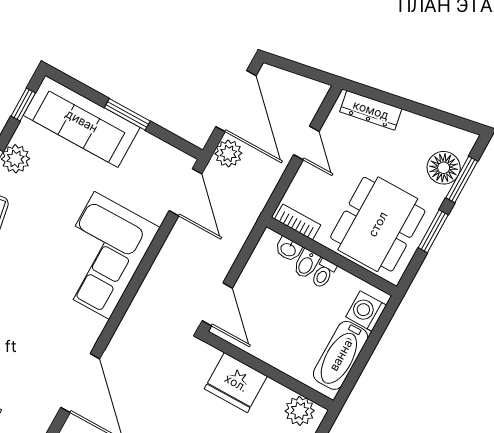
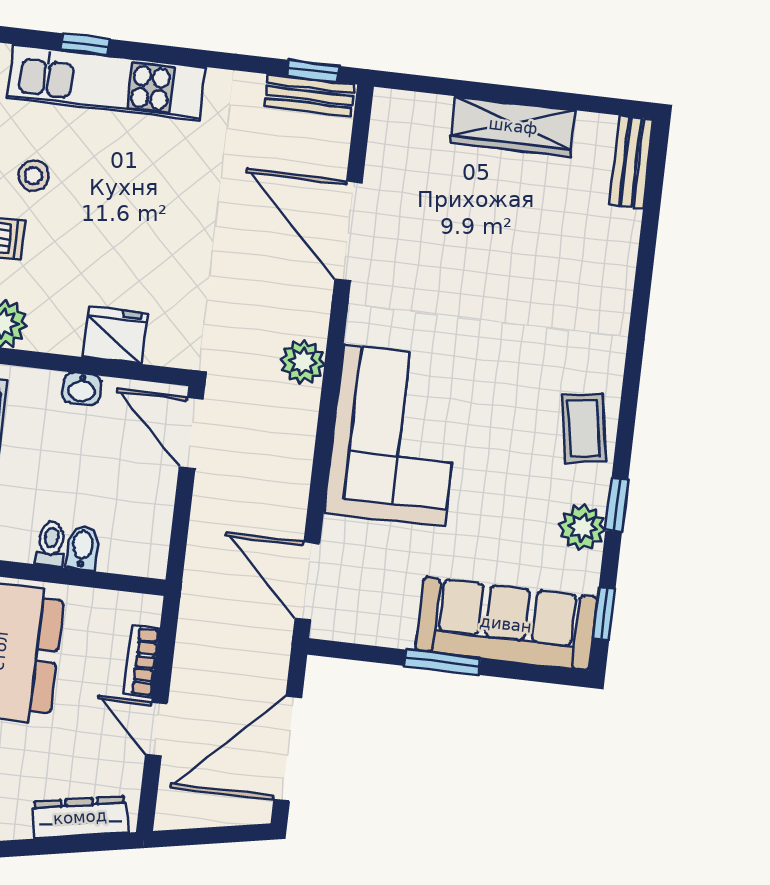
door: (236, 101) -> (288, 749), hinge flipped
plant: (228, 153) -> (303, 362), moved
bookcase: (298, 222) -> (142, 661), moved, turned 90
washbasin: (288, 249) -> (82, 389), moved, turned 180
fridge: (236, 383) -> (115, 335), width x0.73, depth x0.75

